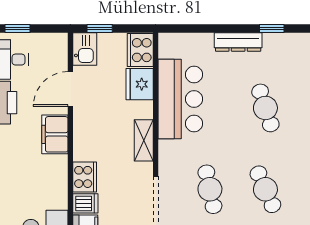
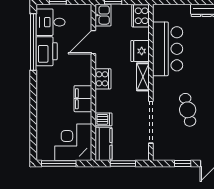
fridge: (140, 84) -> (140, 51), moved
filing cabinet: (55, 134) -> (83, 99), moved
cooker: (85, 177) -> (103, 79), moved

